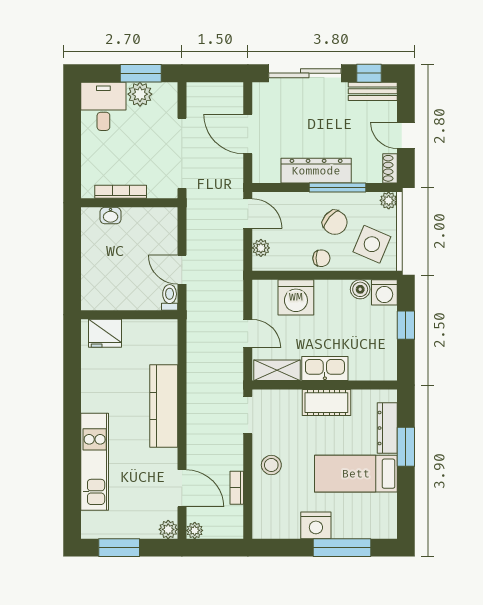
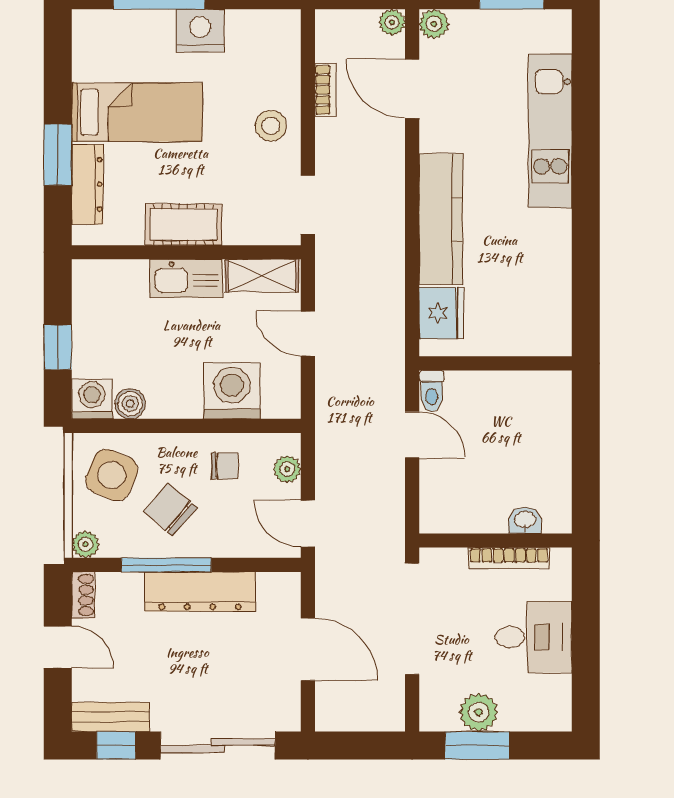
desk: (103, 106) -> (533, 637), moved, turned -90
chair: (321, 258) -> (225, 466), moved, turned 180
fridge: (105, 333) -> (441, 313), moved, turned 90

